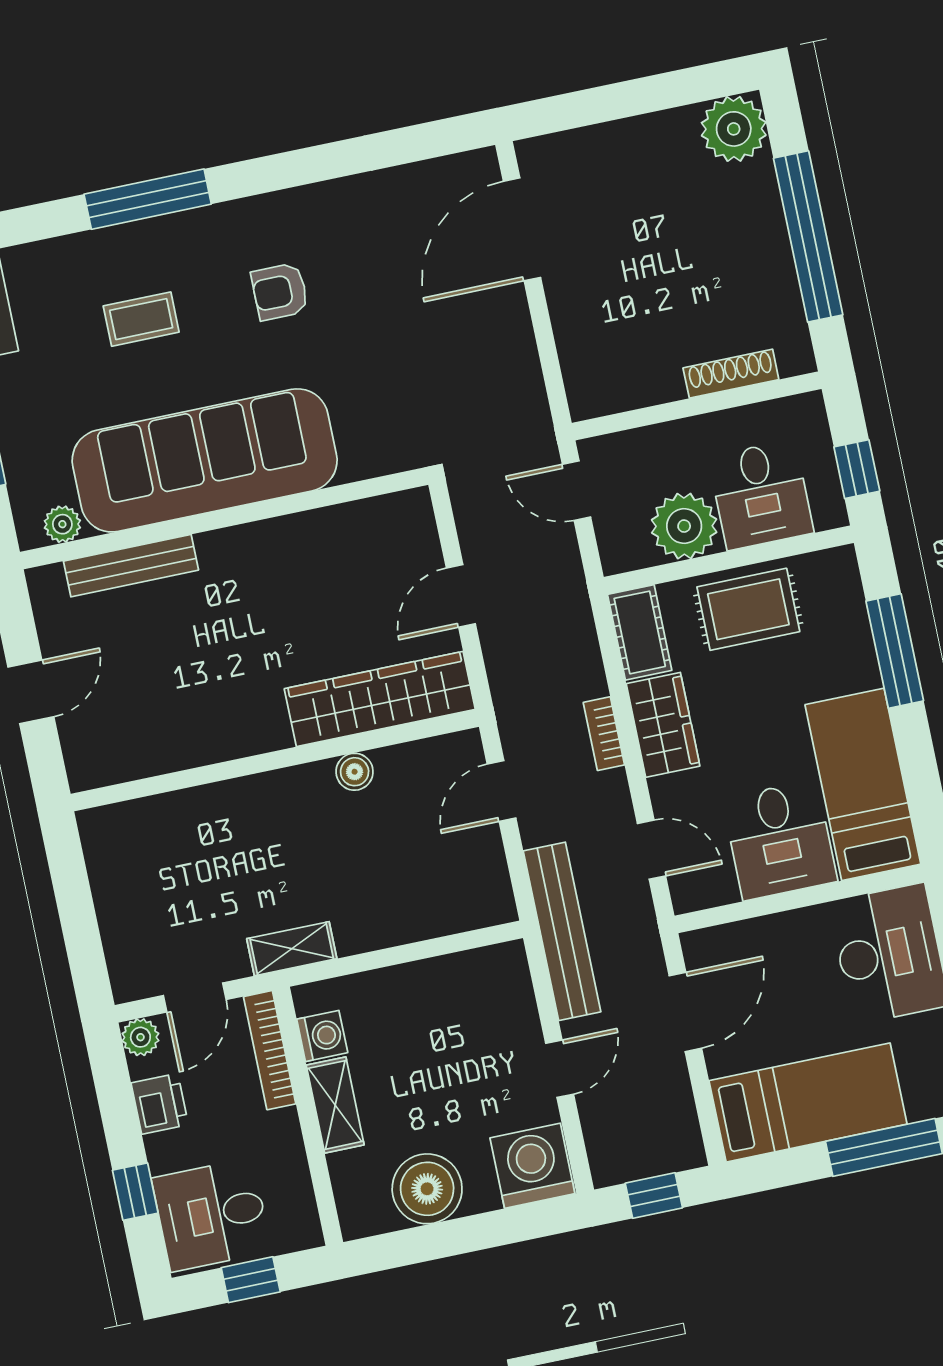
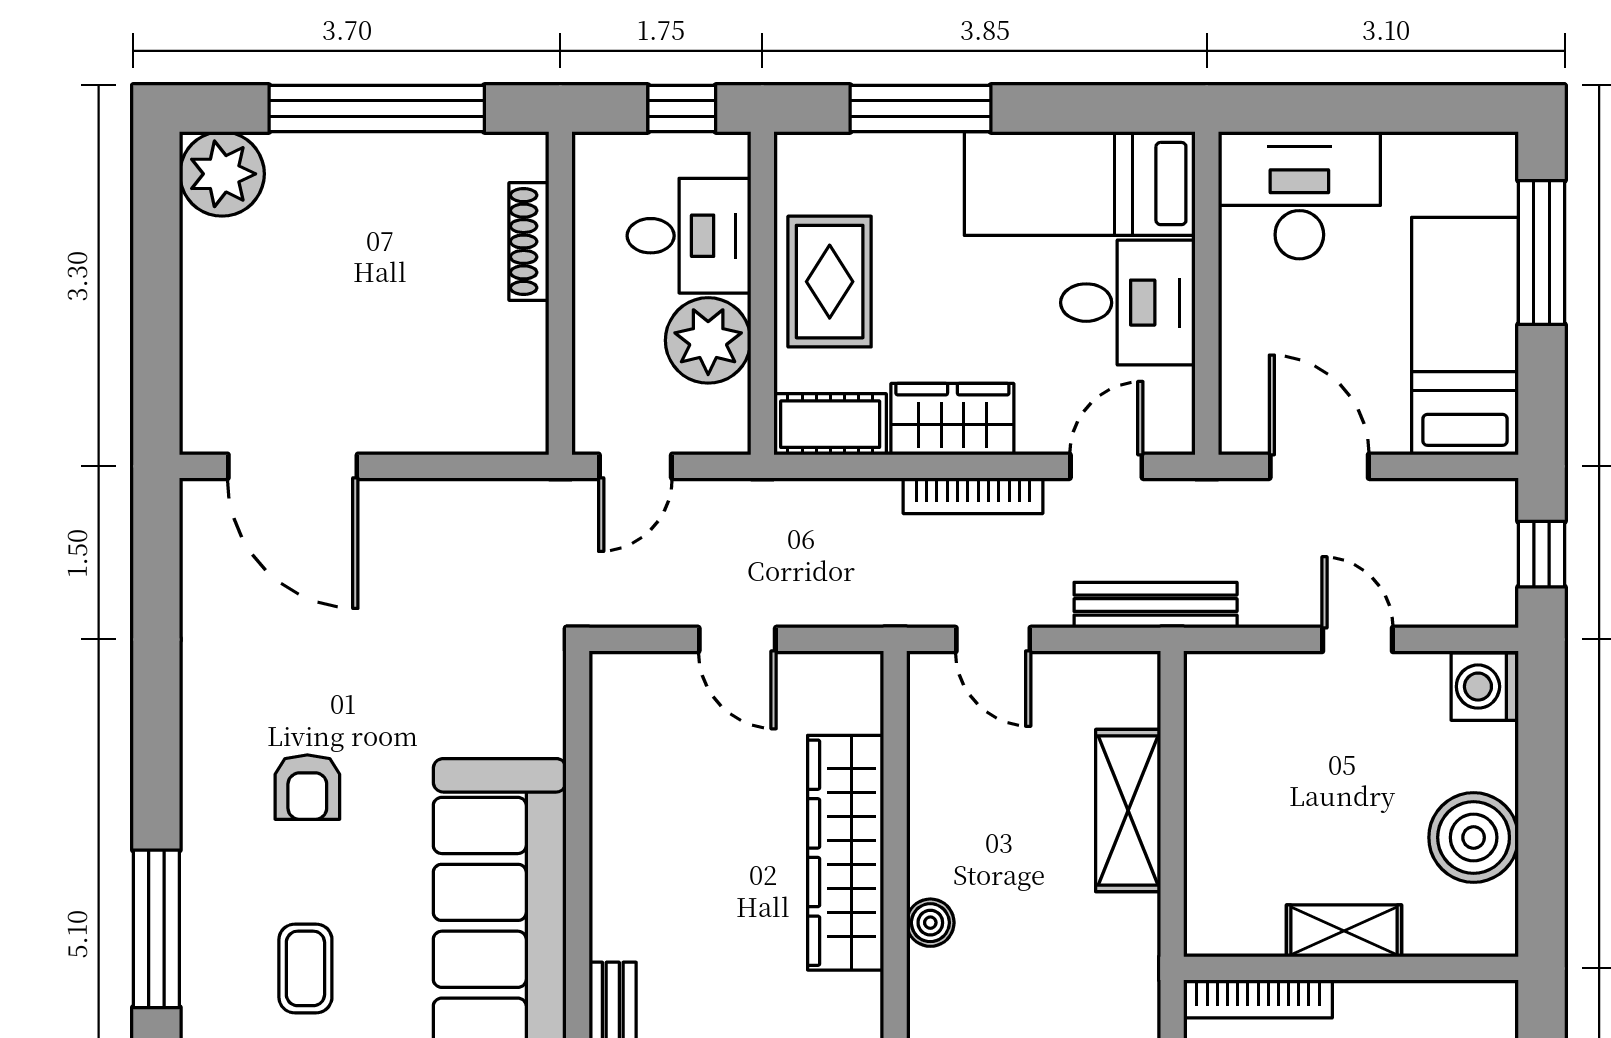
wardrobe: (380, 699) -> (846, 853), moved
bookcase: (604, 734) -> (973, 496), width x1.56
boiler: (355, 772) -> (930, 923), moved
bench: (562, 931) -> (1156, 605), width x0.73, depth x0.82
shelving: (292, 949) -> (1128, 811), moved, width x1.50, depth x1.33
washing machine: (322, 1036) -> (1254, 929), removed
washing machine: (532, 1166) -> (1485, 687), width x0.73, depth x0.73

